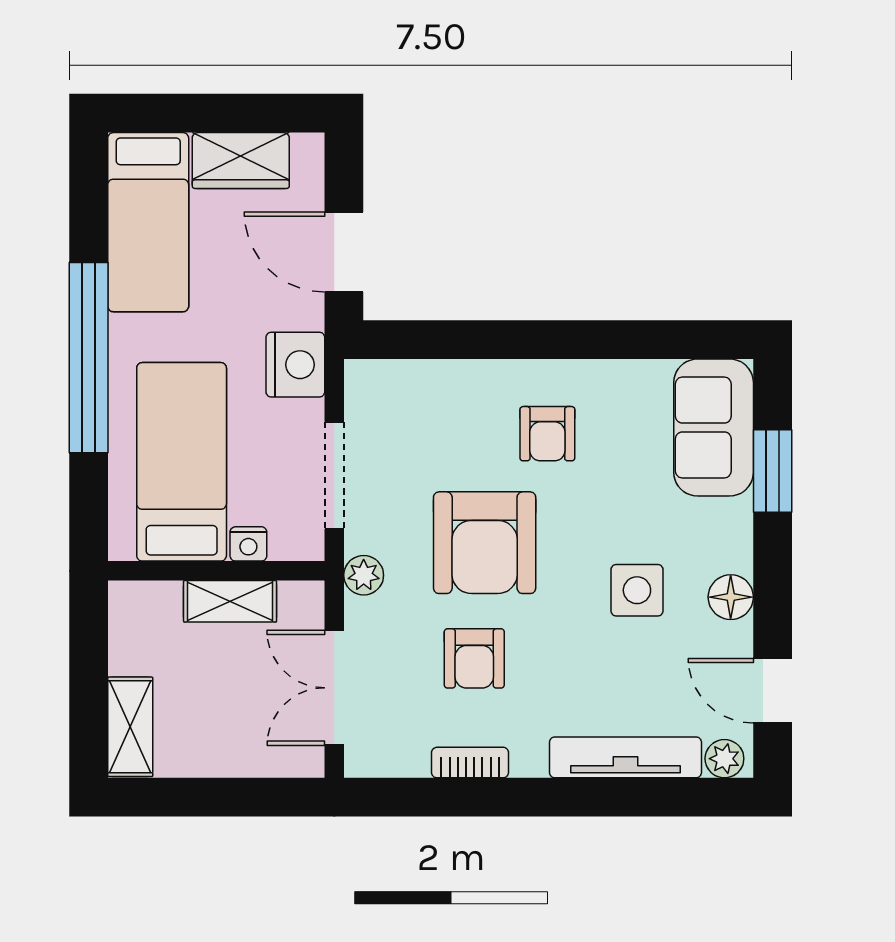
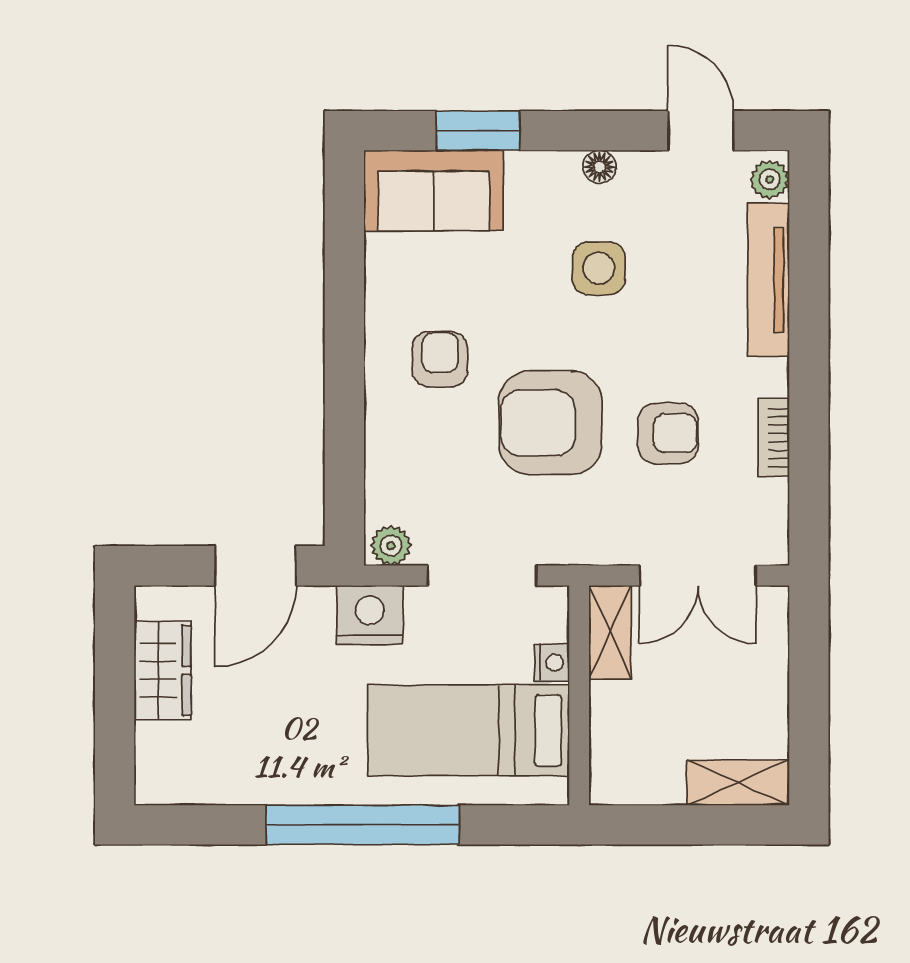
bed: (148, 222) -> (225, 764), removed
armchair: (547, 434) -> (440, 359), turned -90
armchair: (485, 543) -> (551, 423), turned 180
plant: (364, 575) -> (391, 546), moved
floor lamp: (731, 597) -> (600, 167), width x0.73, depth x0.73
shelving: (230, 601) -> (610, 632), moved
door: (773, 691) -> (701, 131), swing flipped

